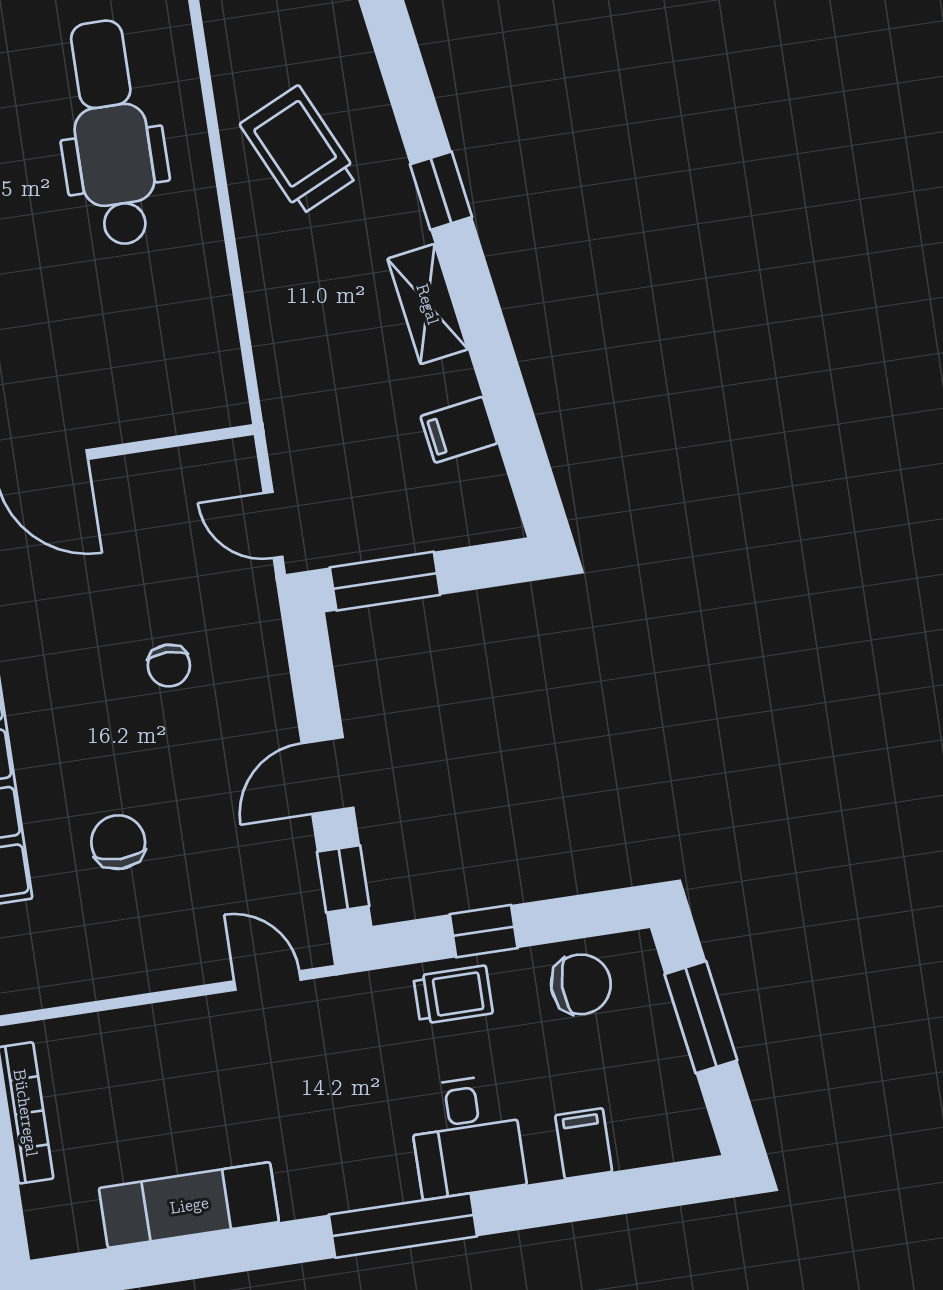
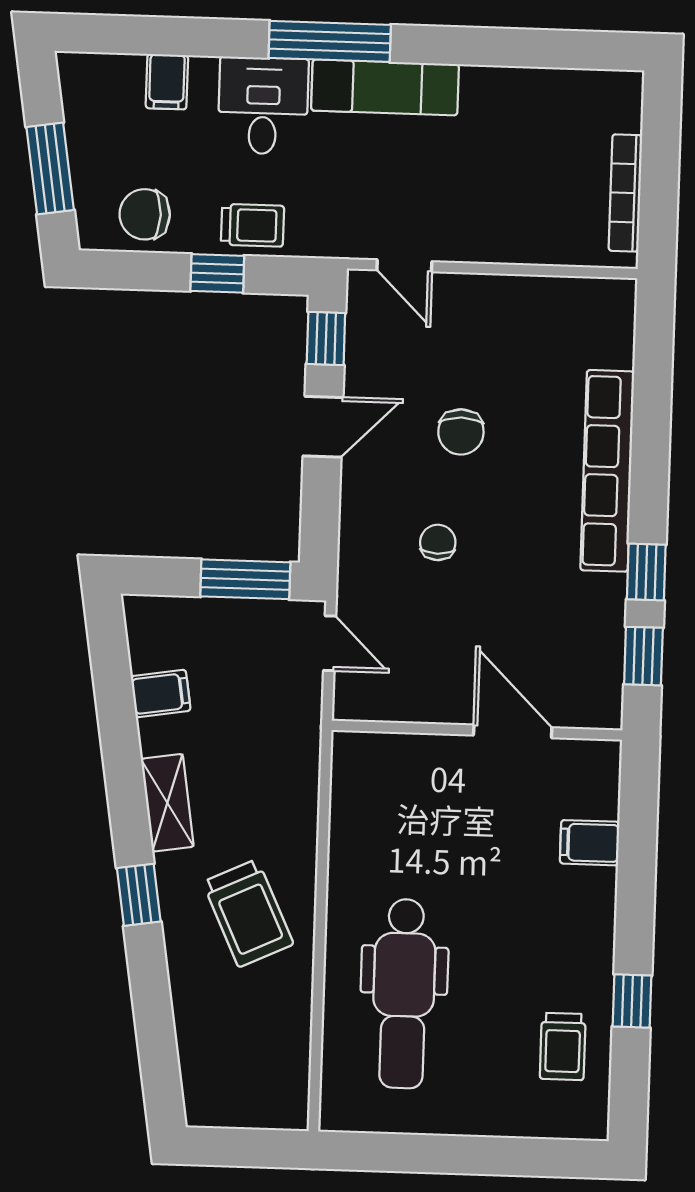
trolley: (299, 150) -> (248, 913), moved
chair: (118, 842) -> (461, 432), moved
trolley: (453, 995) -> (252, 225), turned 180
exam couch: (189, 1205) -> (385, 87), moved

